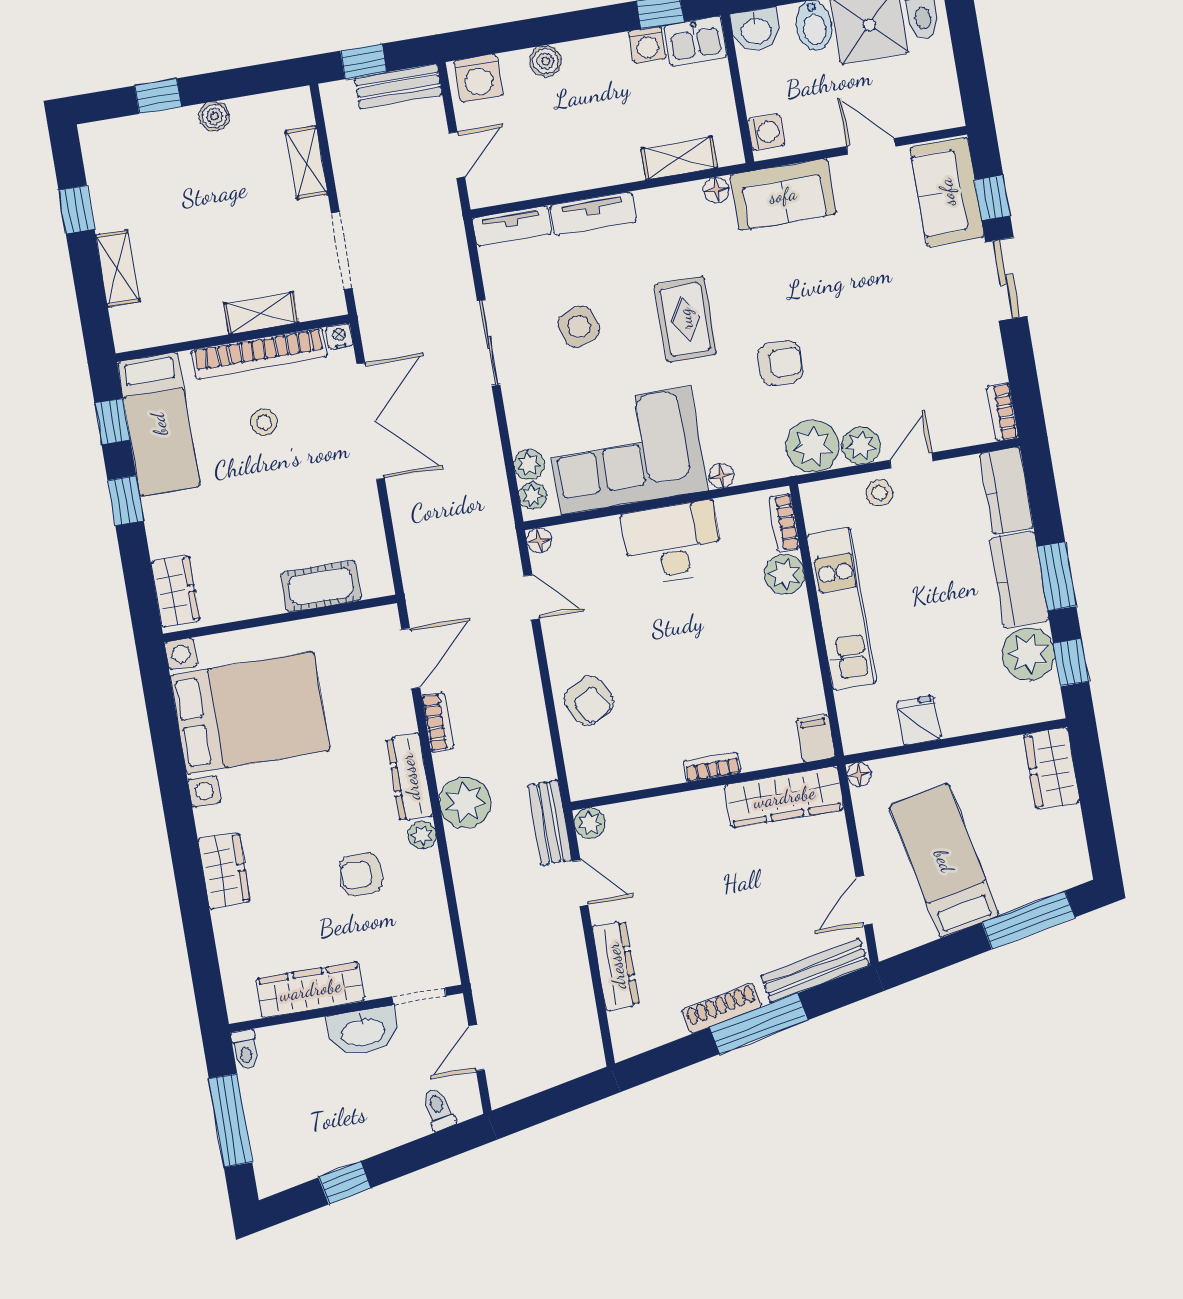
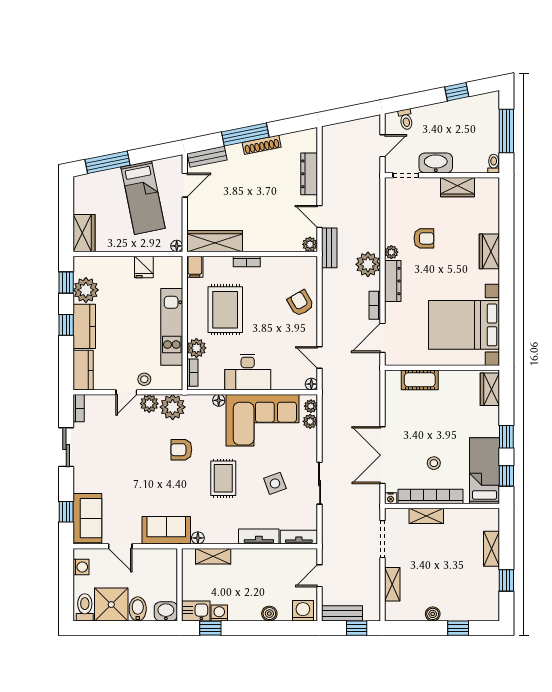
washing machine: (766, 132) -> (81, 567), moved, turned 180
sliding door: (1006, 279) -> (66, 447), moved
window: (1056, 576) -> (66, 325), width x0.67
rug: (739, 662) -> (225, 310), added
bench: (815, 971) -> (207, 157), width x0.73
wardrobe: (310, 990) -> (458, 187), width x0.67

